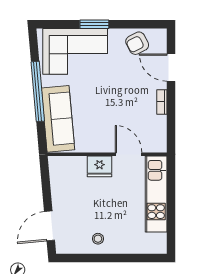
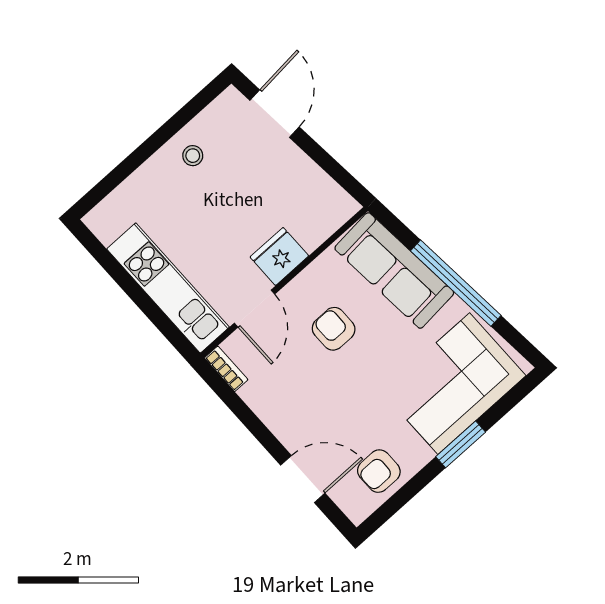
armchair: (137, 43) -> (379, 471), turned -153
bookcase: (162, 102) -> (226, 369), moved
armchair: (104, 117) -> (334, 329), added
door: (129, 154) -> (255, 309), hinge flipped

